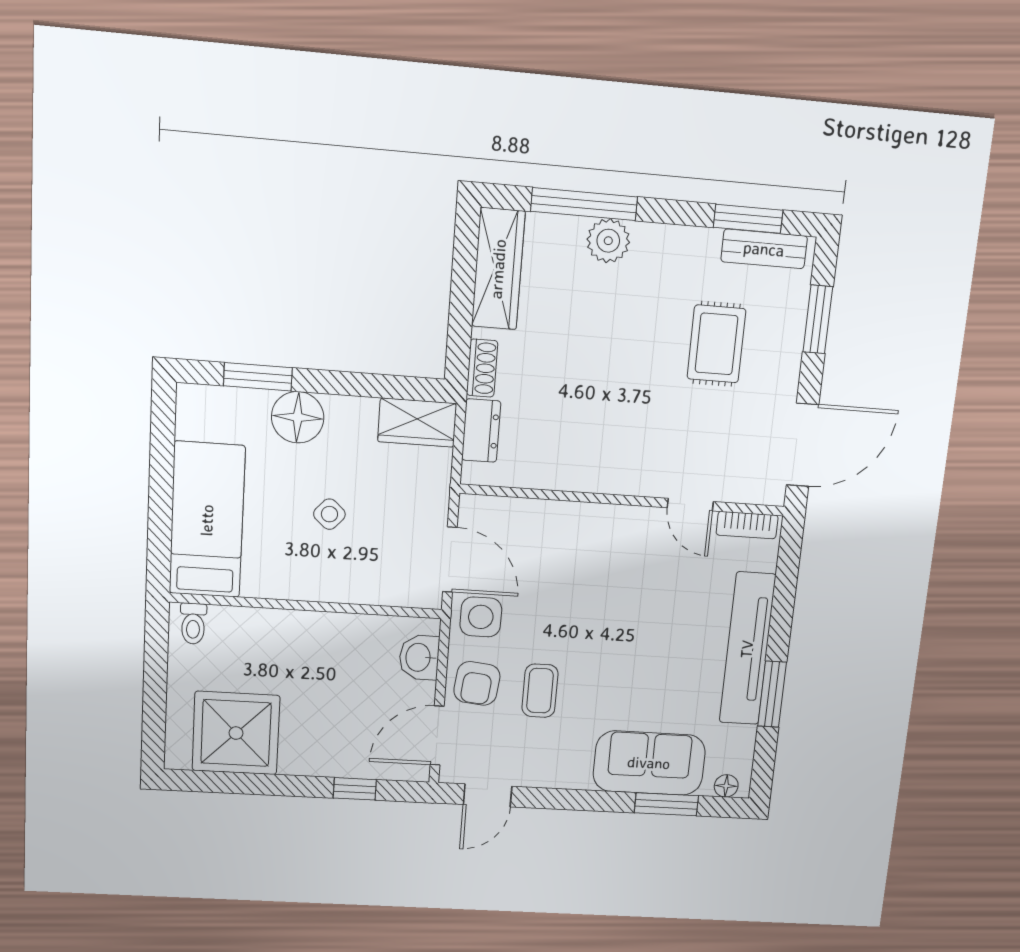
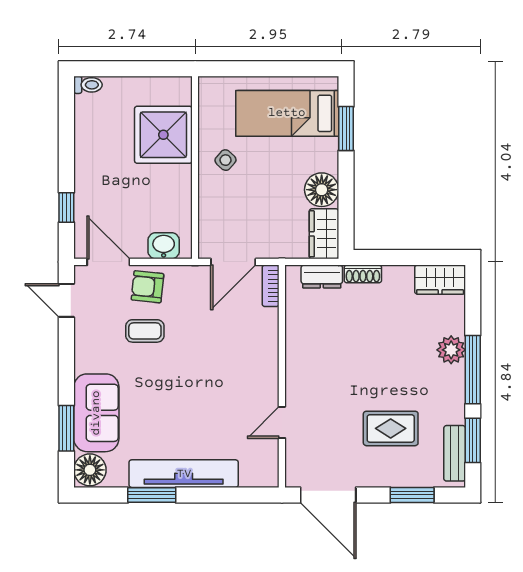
window: (584, 204) -> (473, 370), moved
wardrobe: (498, 269) -> (440, 280), width x0.67
floor lamp: (298, 417) -> (322, 190), moved
side table: (329, 514) -> (226, 160), moved
bed: (207, 520) -> (287, 113), moved, turned 180
bookcase: (747, 525) -> (271, 286), moved
side table: (481, 617) -> (195, 286), removed
toilet: (193, 624) -> (88, 85), moved, turned 180
shower: (236, 733) -> (163, 135), moved
floor lamp: (726, 786) -> (90, 470), width x1.89, depth x1.89

